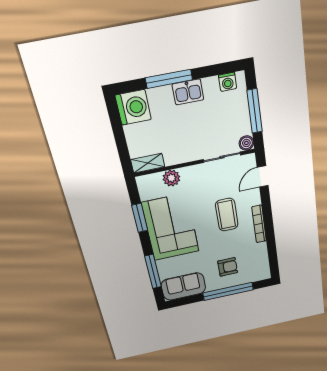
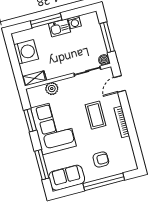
washing machine: (228, 82) -> (75, 22), moved
washing machine: (133, 107) -> (26, 52), moved

